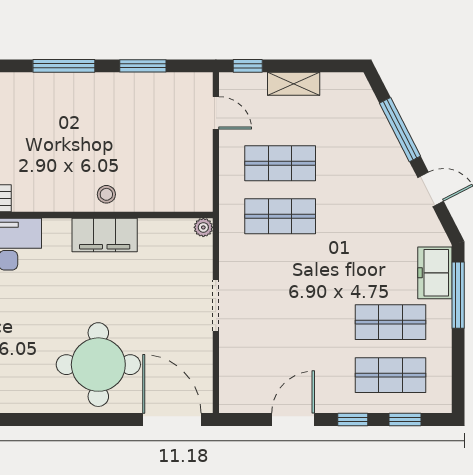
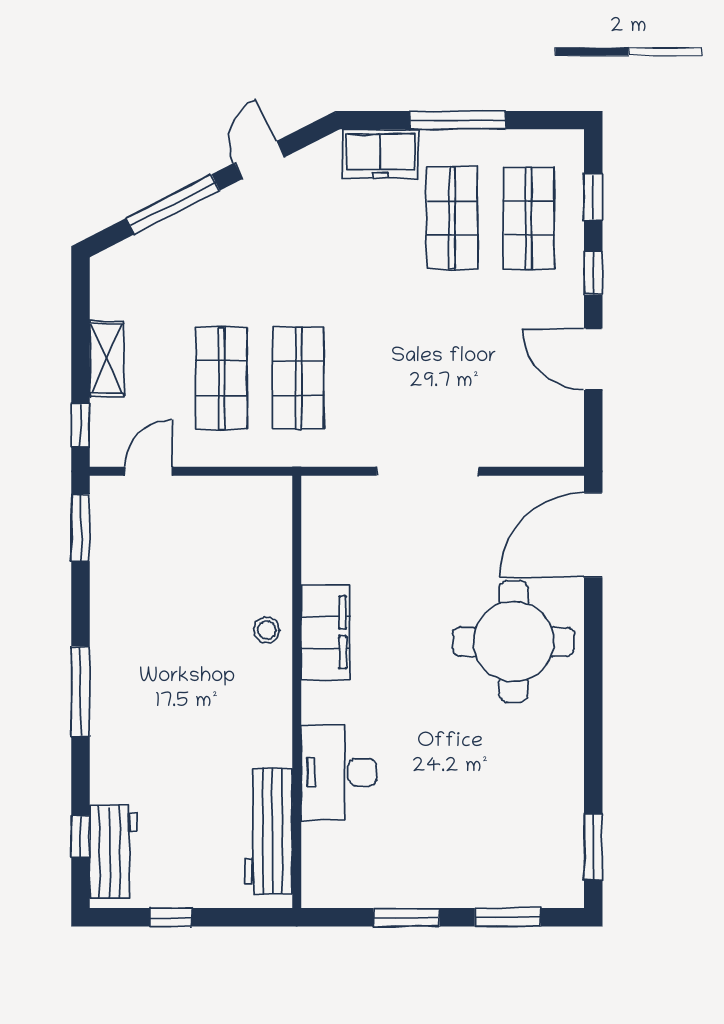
window: (143, 66) -> (80, 528), moved
plant: (203, 227) -> (315, 489), removed
window: (458, 295) -> (458, 120), moved
doorway: (216, 305) -> (428, 471), width x1.36

